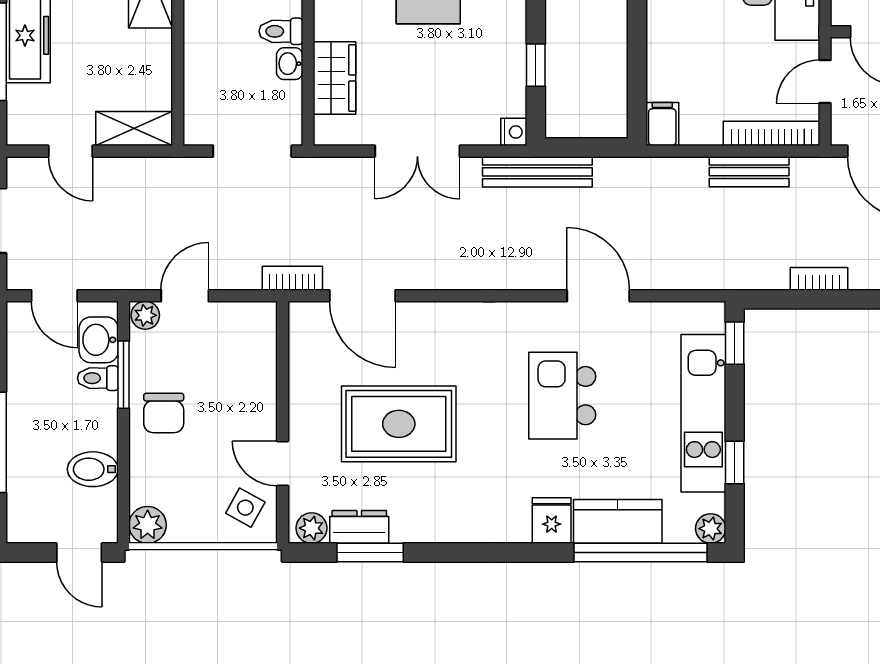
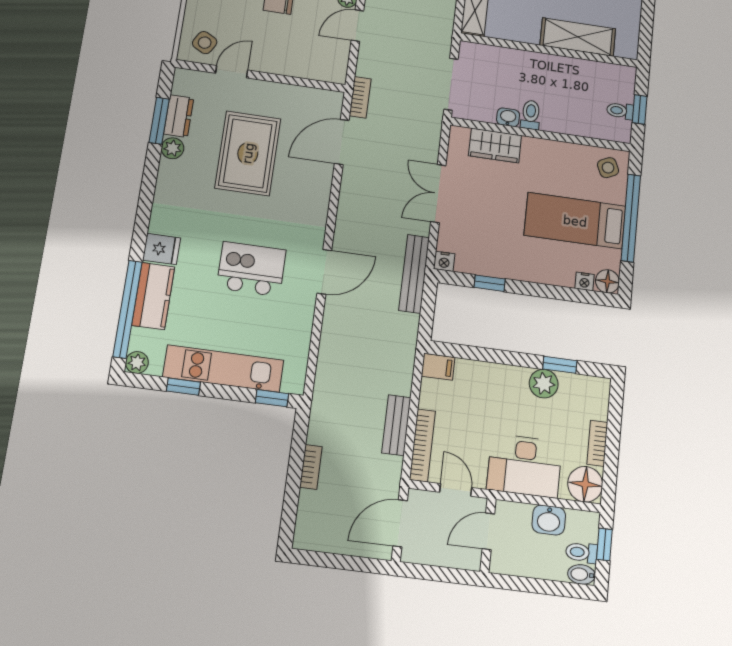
door: (185, 296) -> (357, 26), swing flipped
door: (598, 296) -> (324, 272), moved
plant: (312, 528) -> (173, 148), moved

